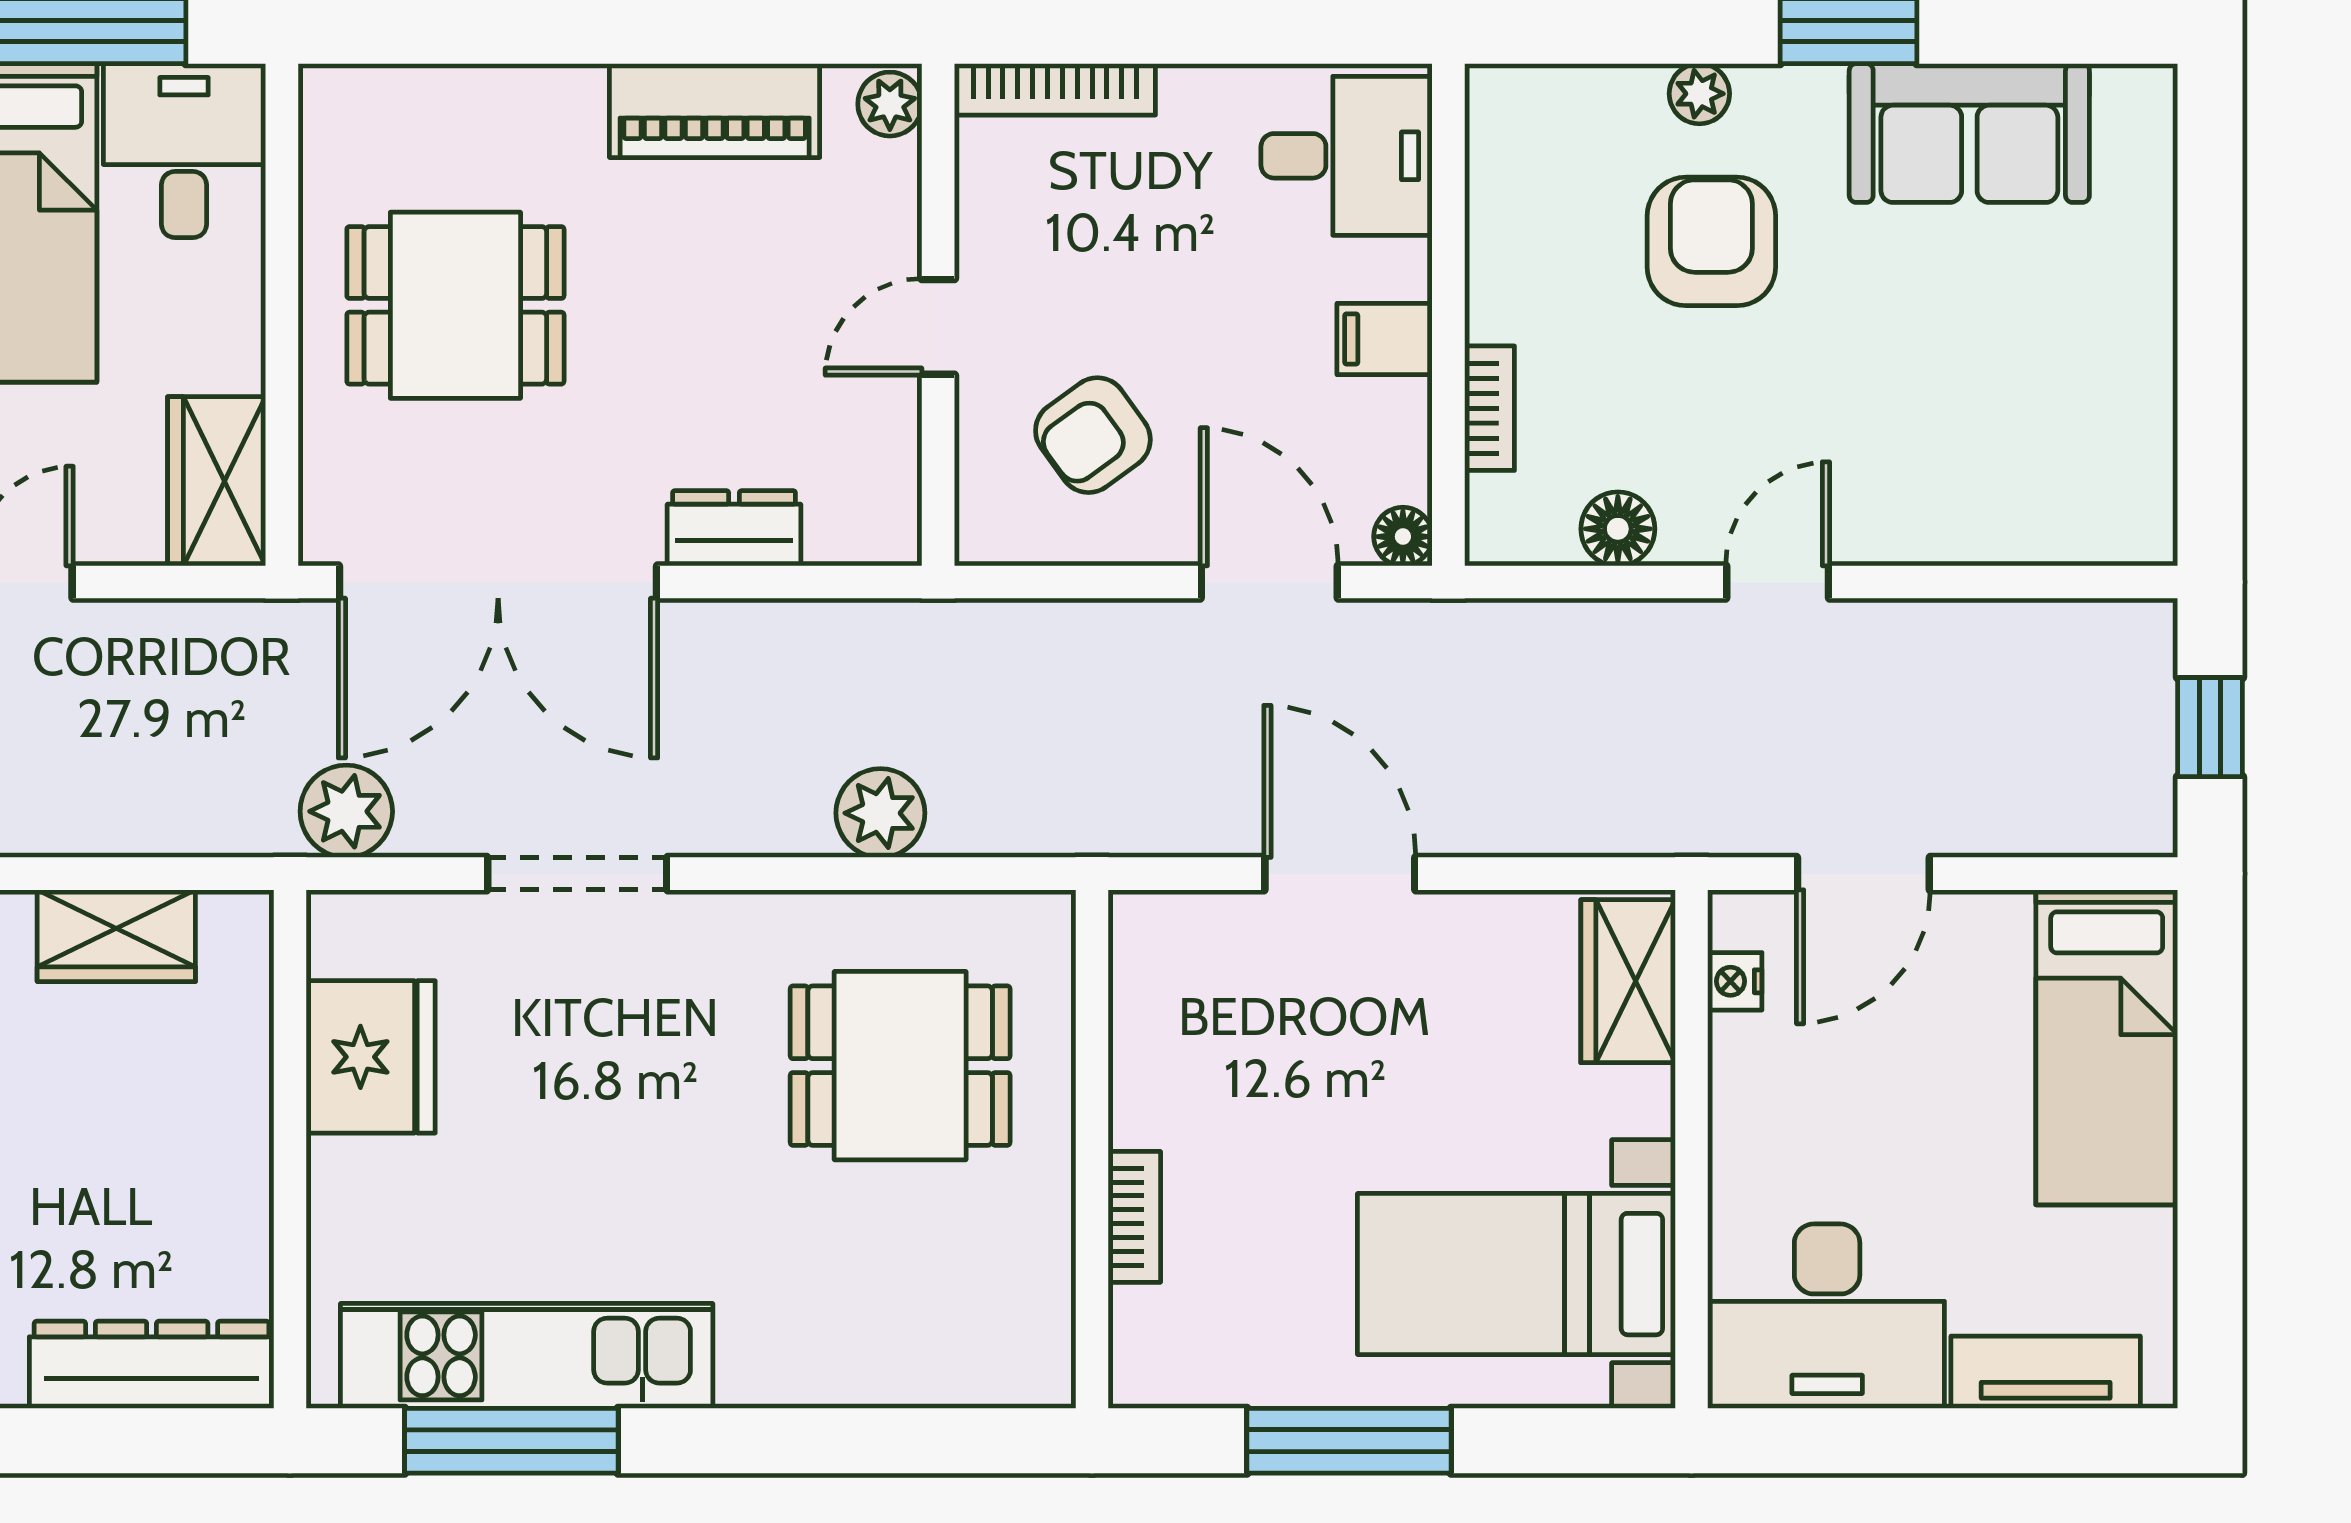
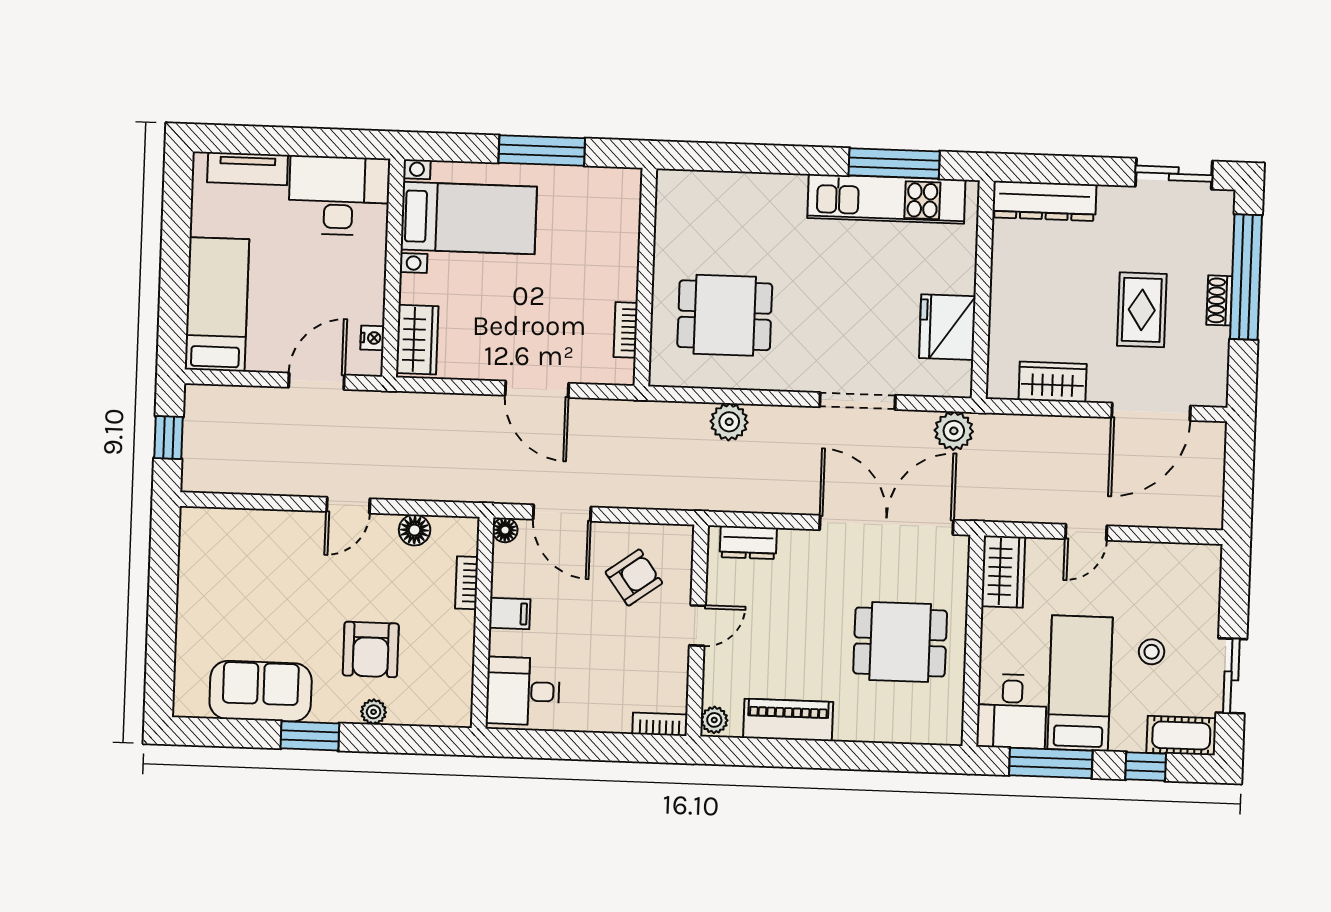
bookcase: (1055, 89) -> (660, 724), width x0.64
dresser: (734, 528) -> (748, 543), moved
bookcase: (1134, 1217) -> (626, 330), moved

